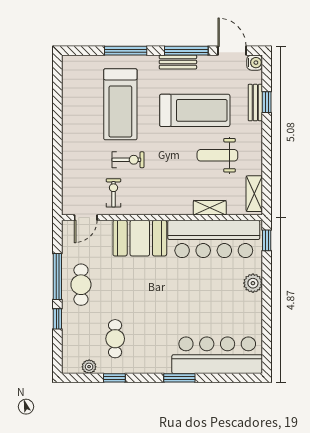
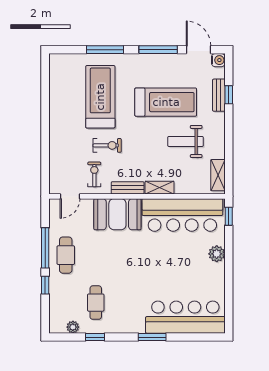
bench: (178, 62) -> (128, 188), moved
treadmill: (120, 104) -> (100, 97), turned 180
shelving: (210, 208) -> (160, 188), moved

